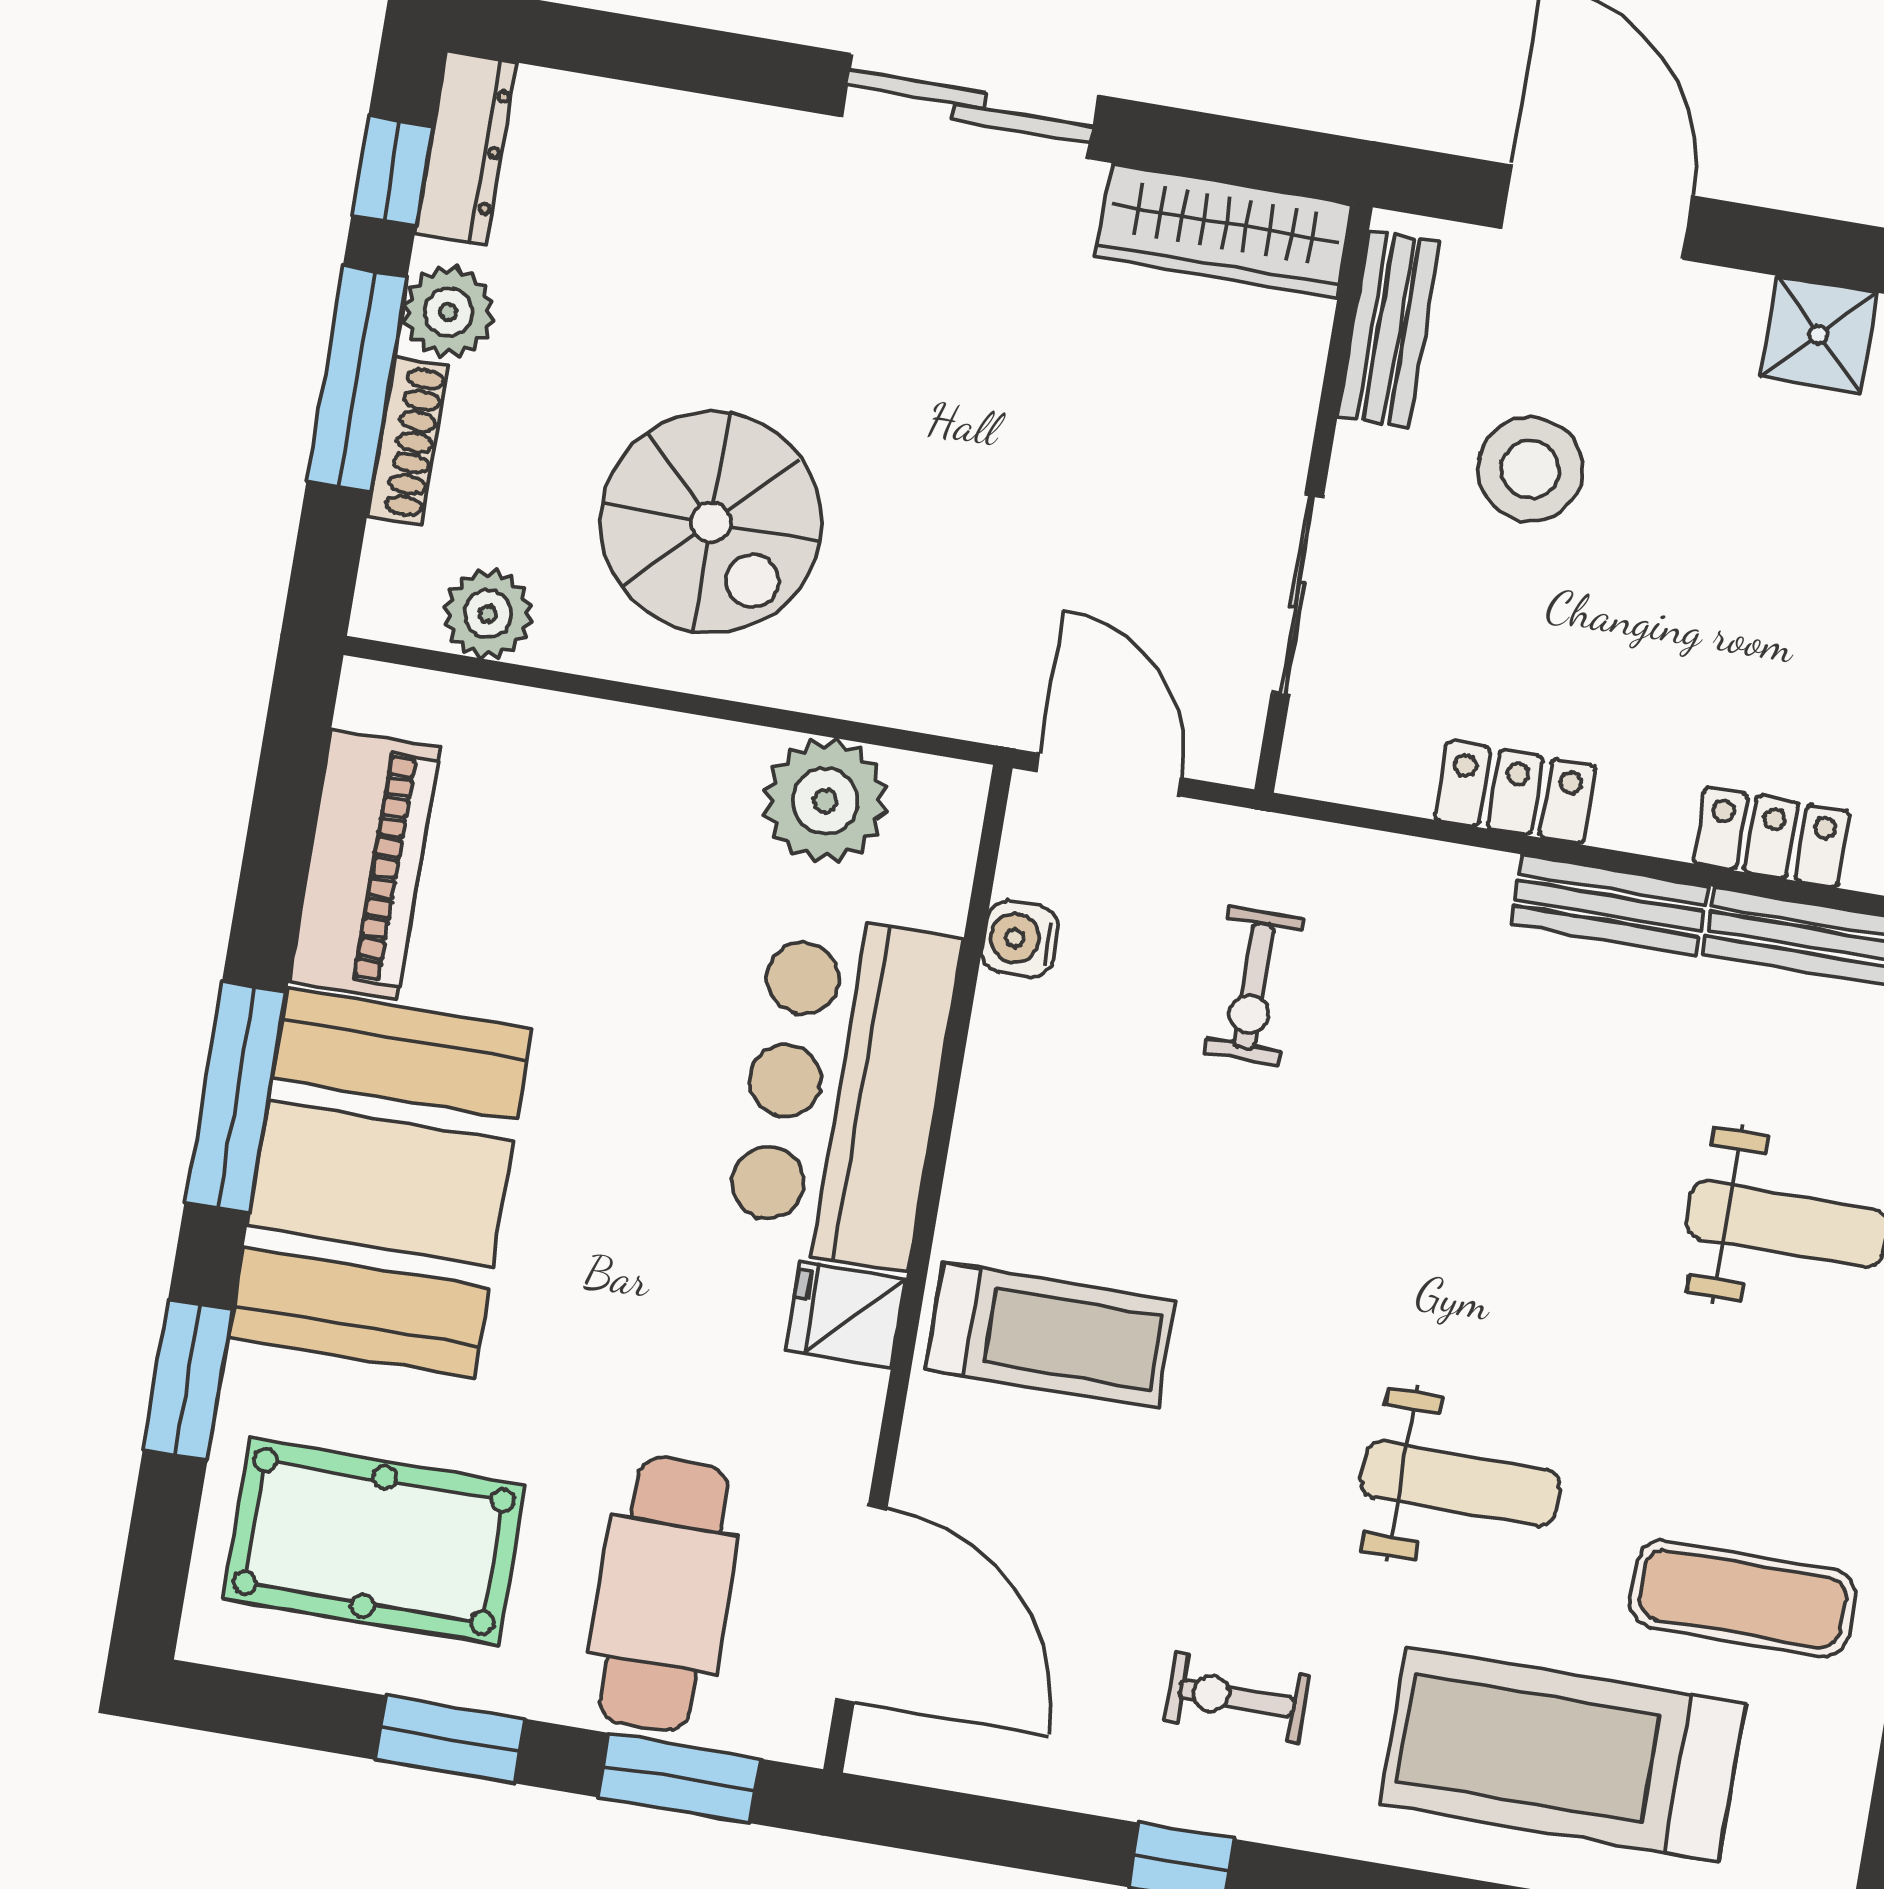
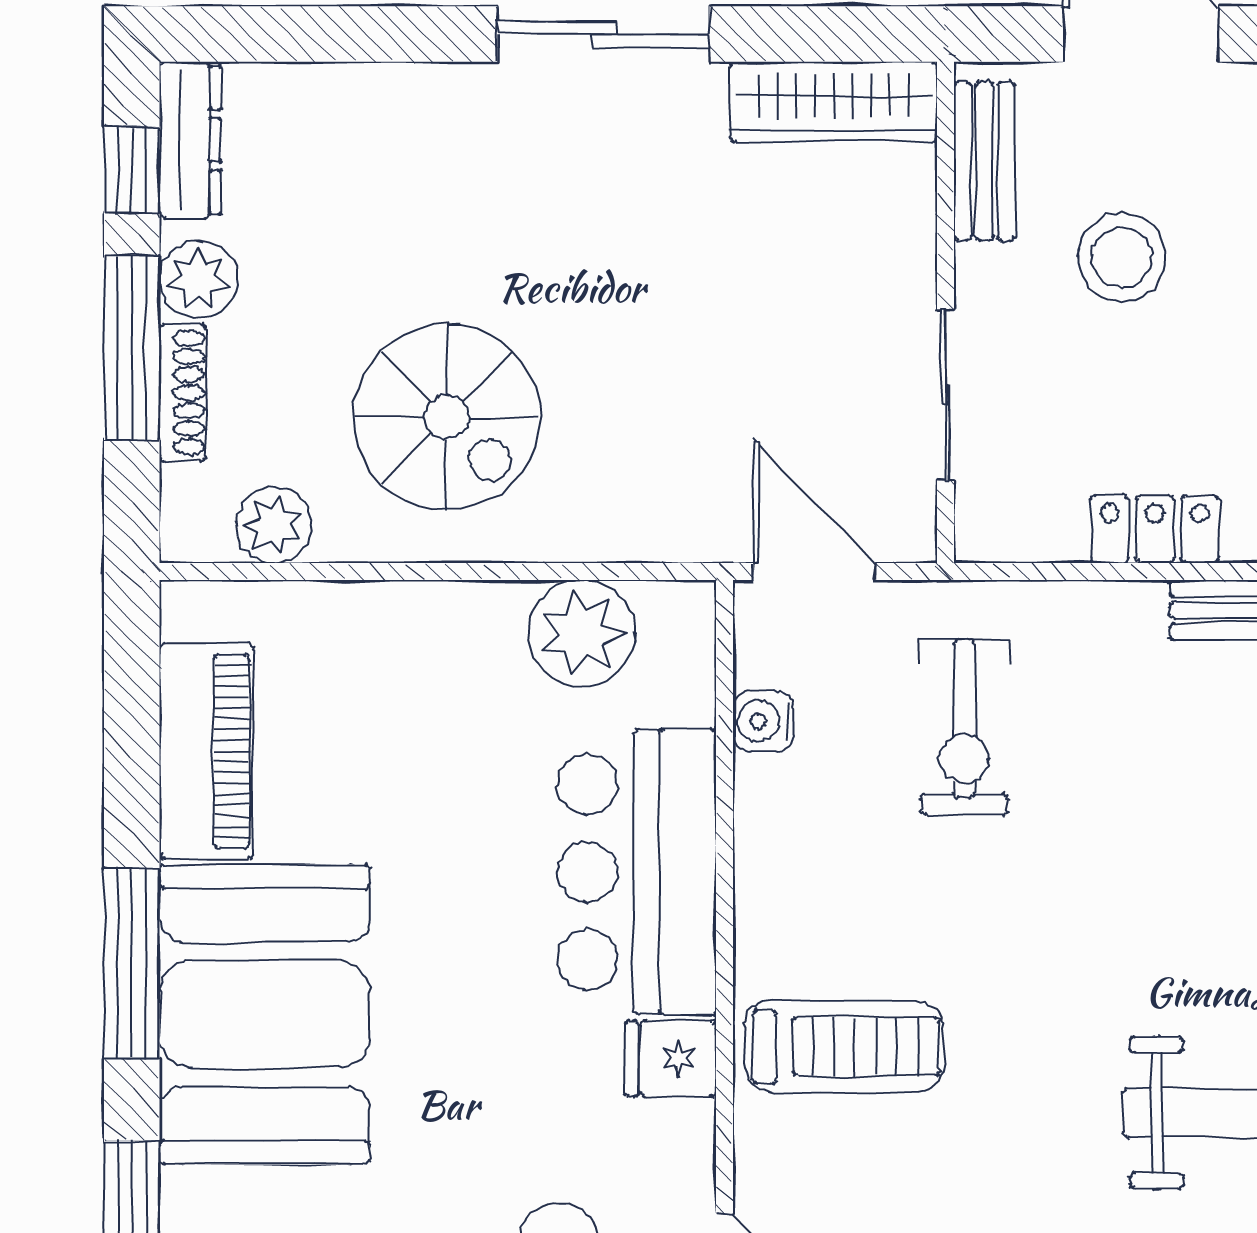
exercise bike: (1254, 986) -> (964, 727), width x1.38, depth x1.39

